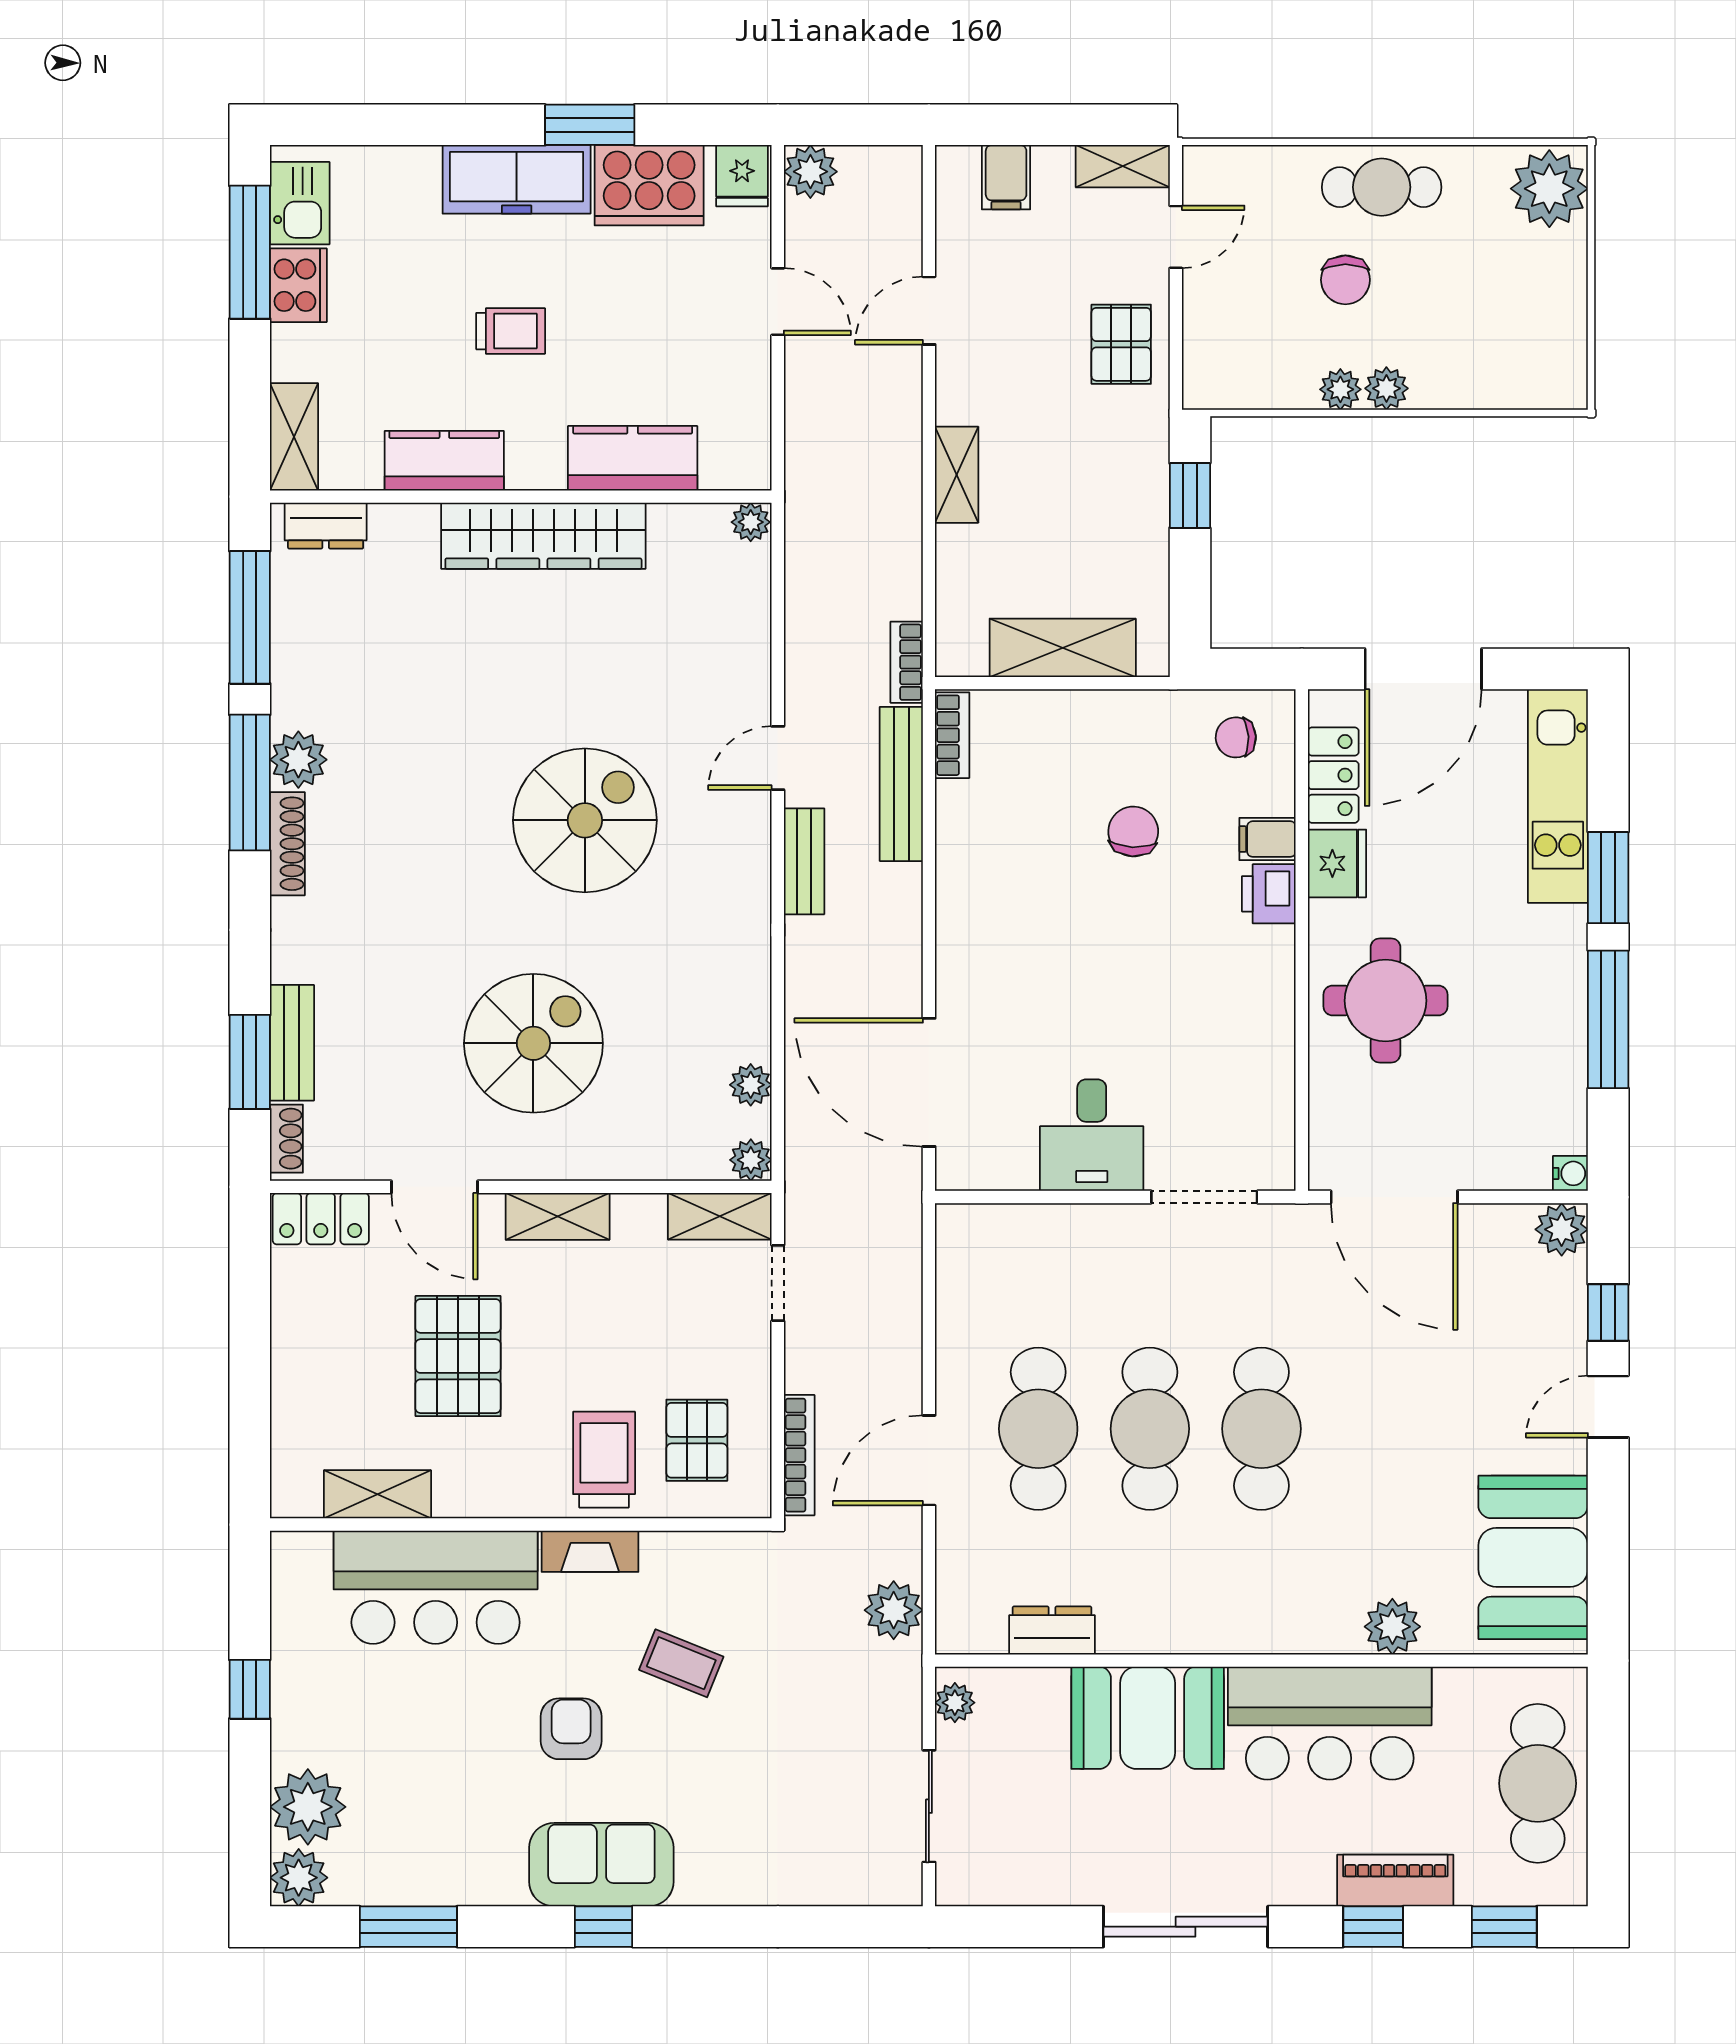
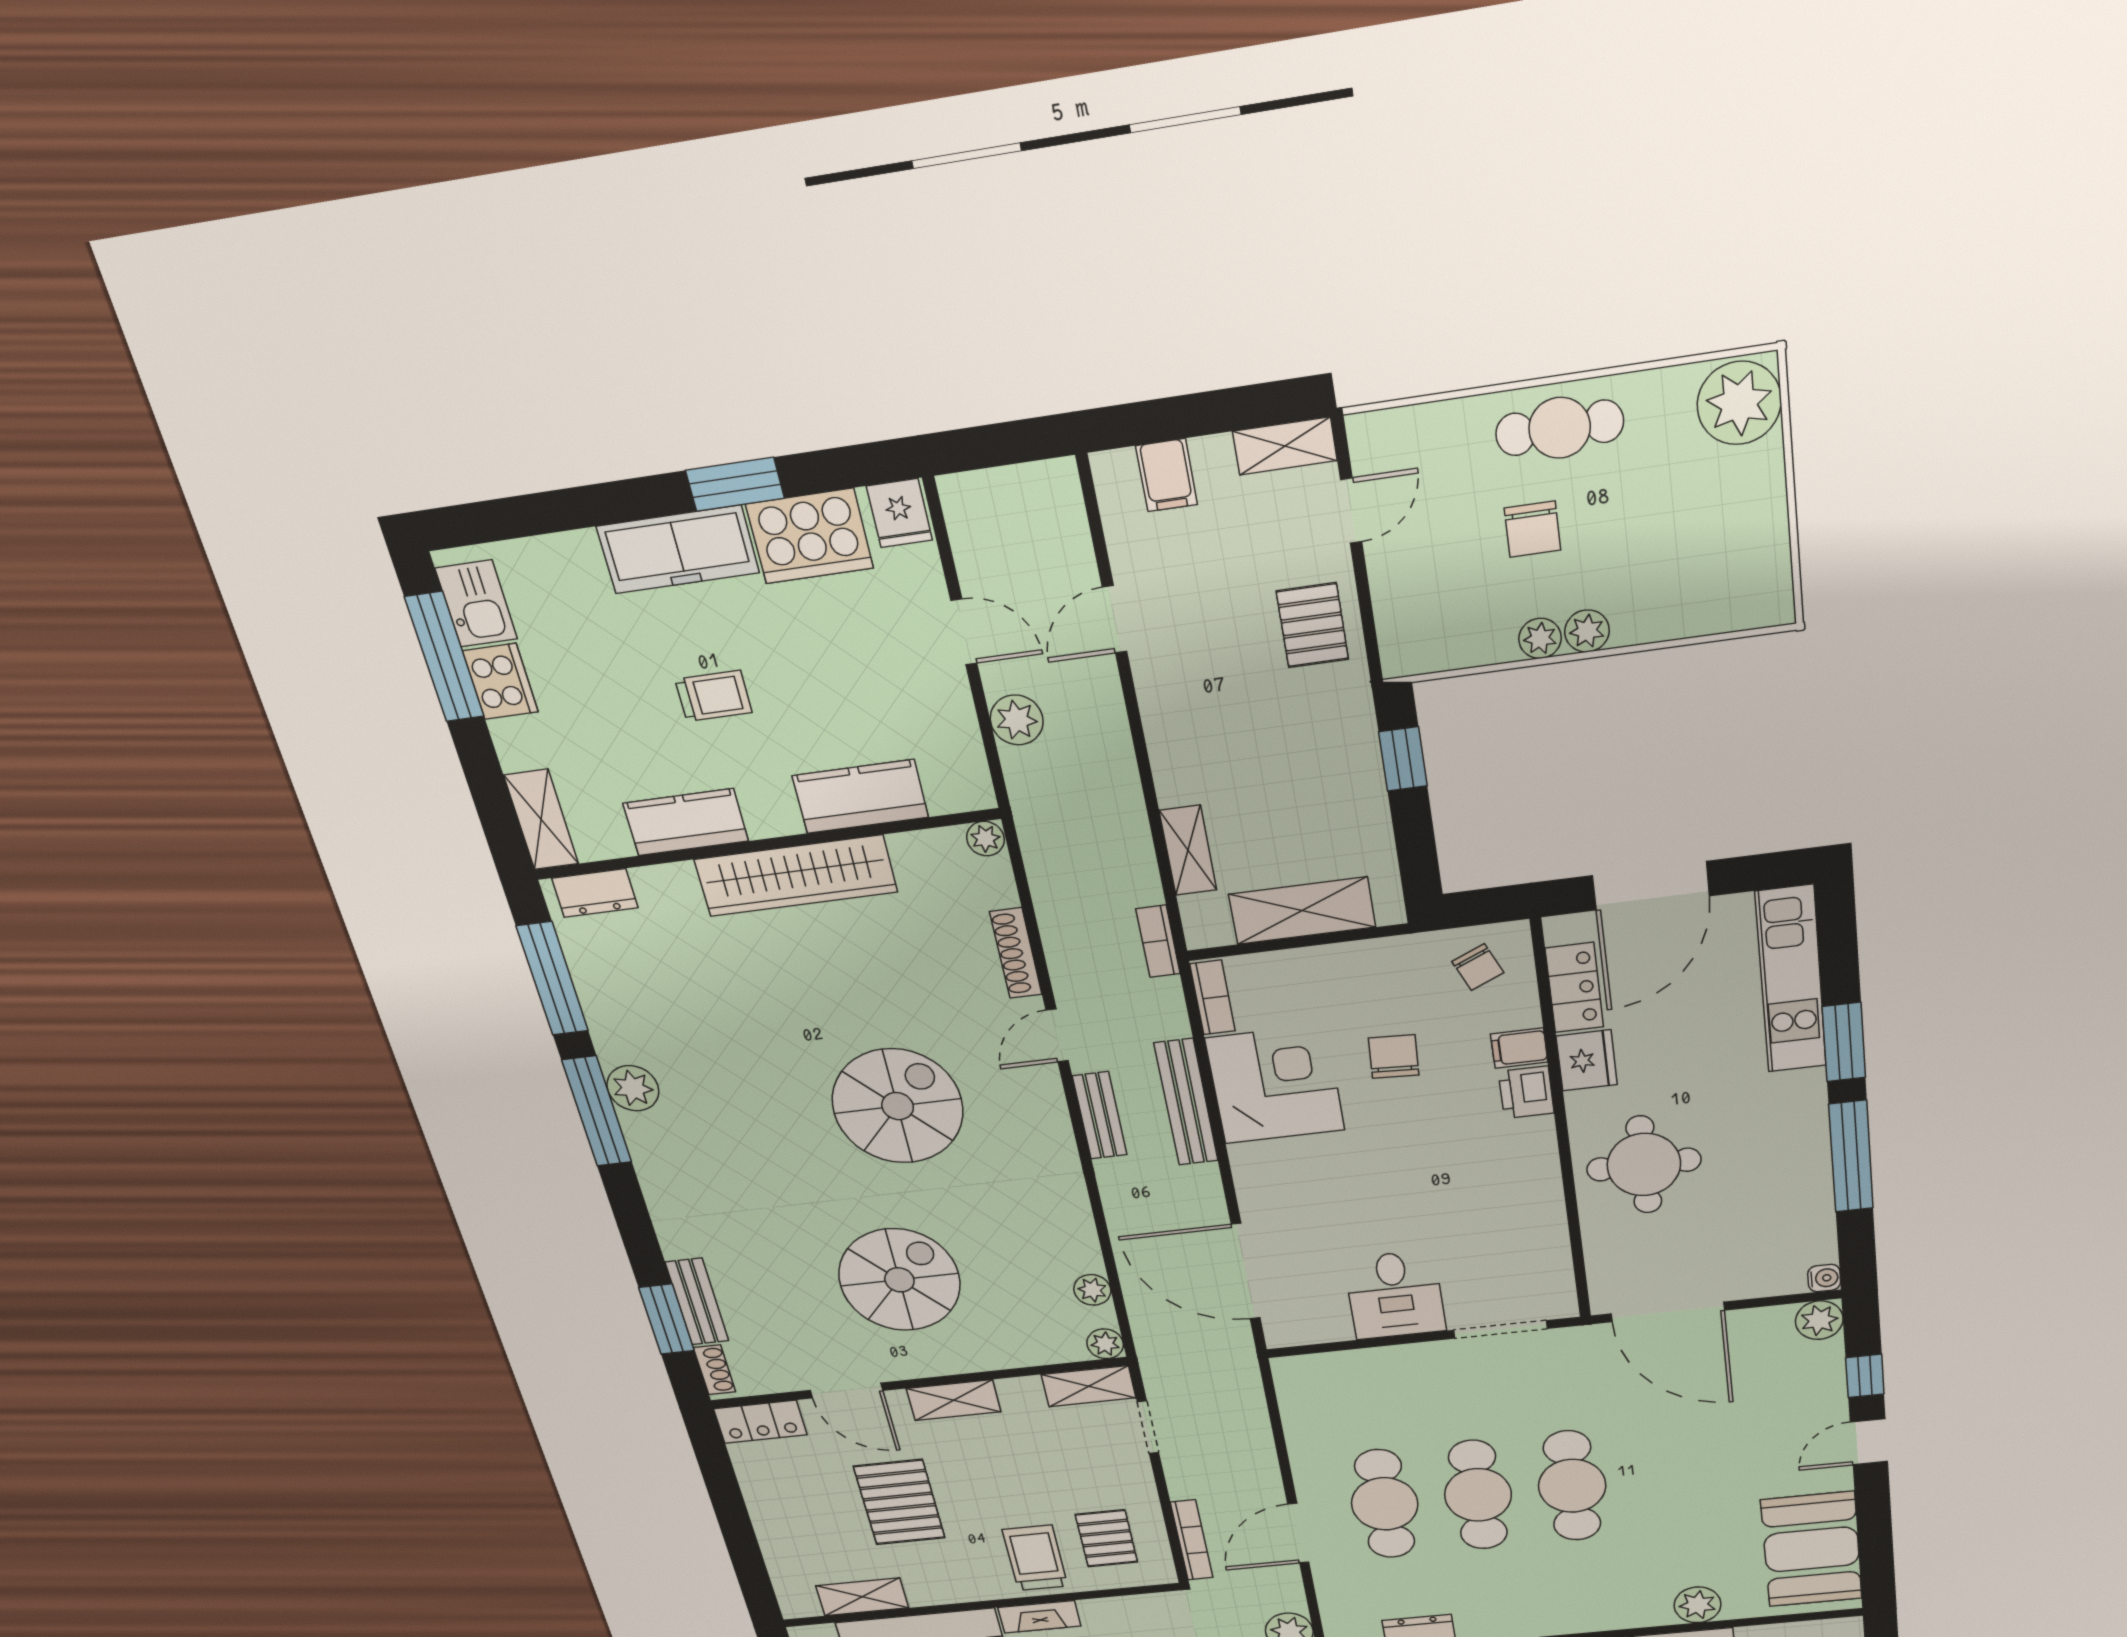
plant: (810, 172) -> (1017, 720), moved
shelving: (957, 475) -> (1188, 850), moved
chair: (1236, 737) -> (1478, 967), turned -111
bench: (901, 784) -> (1186, 1102), moved
shoe rack: (287, 844) -> (1016, 953), moved, turned 180
corner desk: (1001, 848) -> (1275, 1084), added

